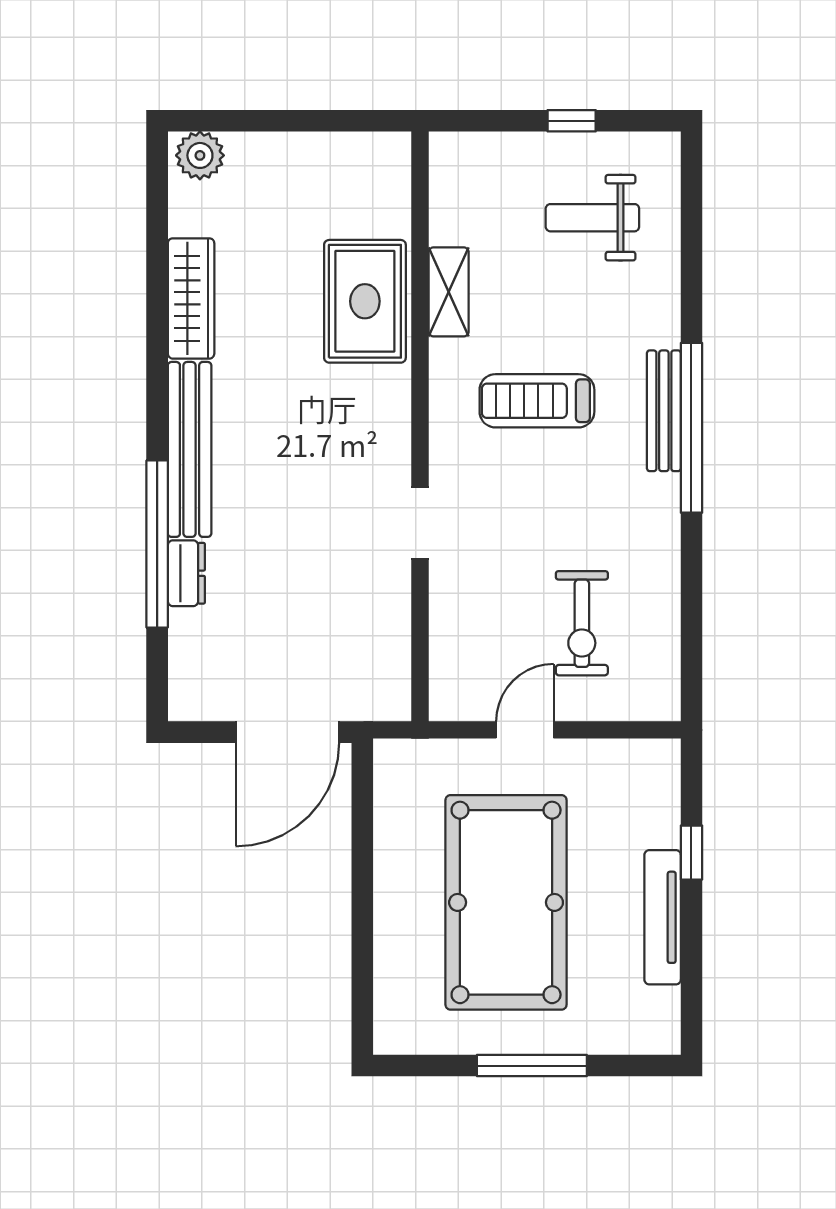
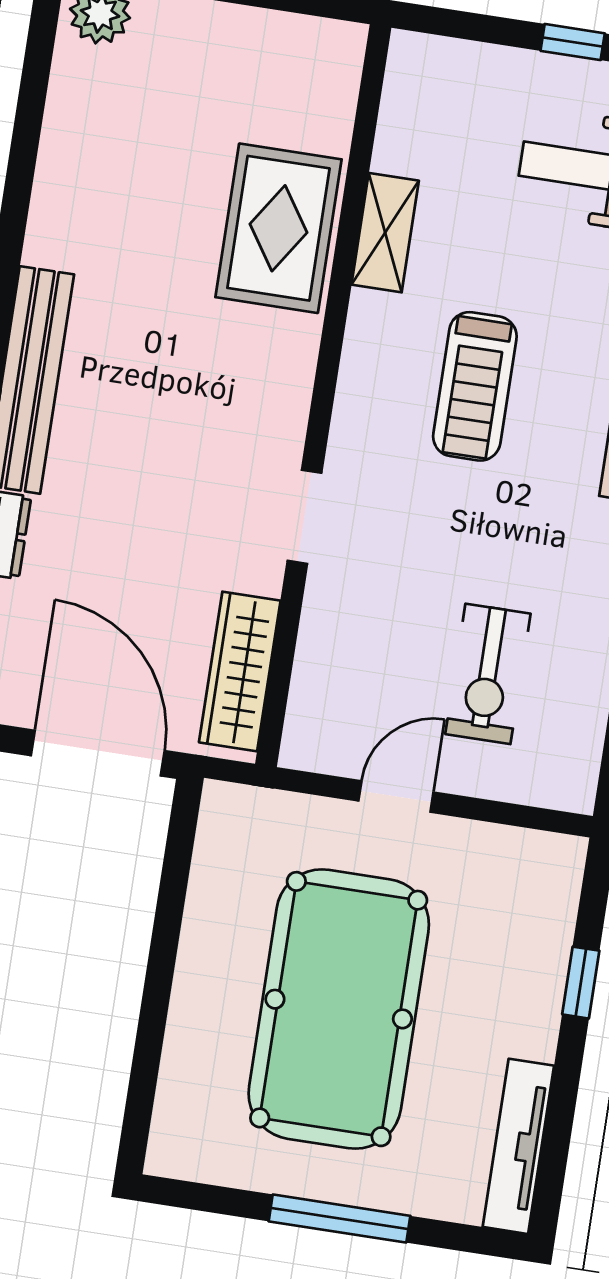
wardrobe: (191, 298) -> (240, 671), moved, turned 180
treadmill: (537, 401) -> (475, 386), turned -90
door: (287, 732) -> (98, 753), swing flipped
tv unit: (663, 917) -> (518, 1146), moved

